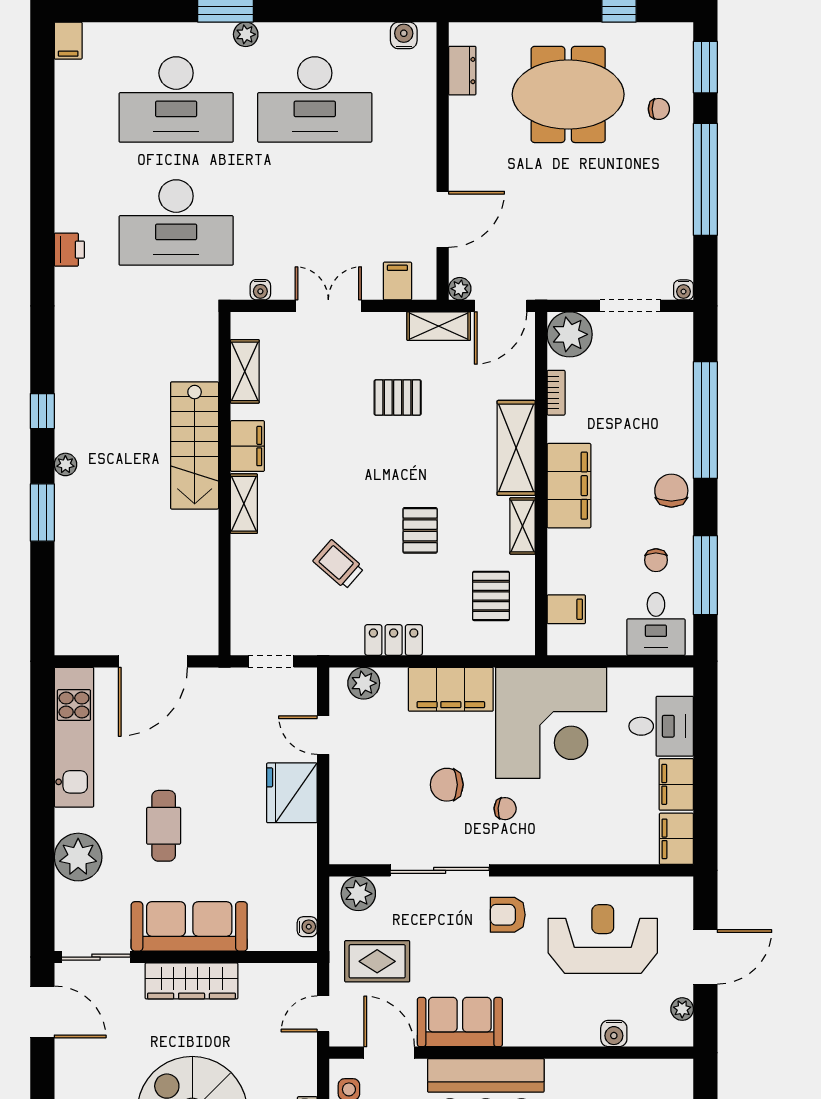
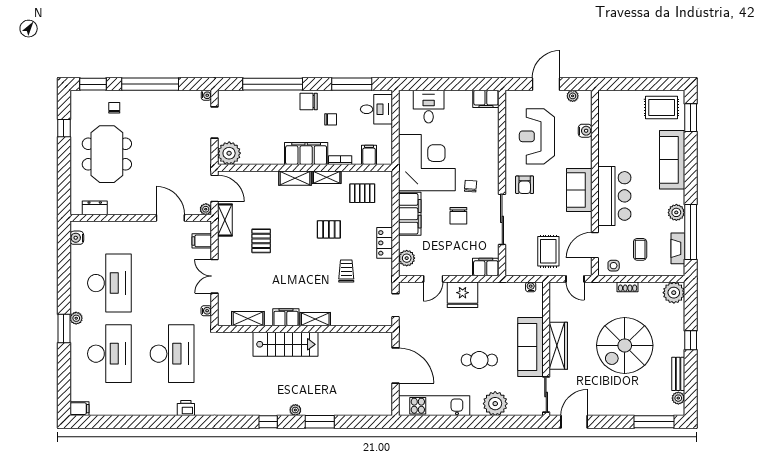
bookcase: (556, 393) -> (340, 160), moved
shelving: (516, 448) -> (295, 178), width x0.67, depth x0.75
chair: (656, 560) -> (331, 119), moved
trolley: (338, 565) -> (346, 271), turned 139
filing cabinet: (676, 784) -> (486, 267), moved, turned 180
plant: (358, 894) -> (514, 261), removed
door: (705, 957) -> (546, 84), hinge flipped
sofa: (460, 1022) -> (579, 190), moved

